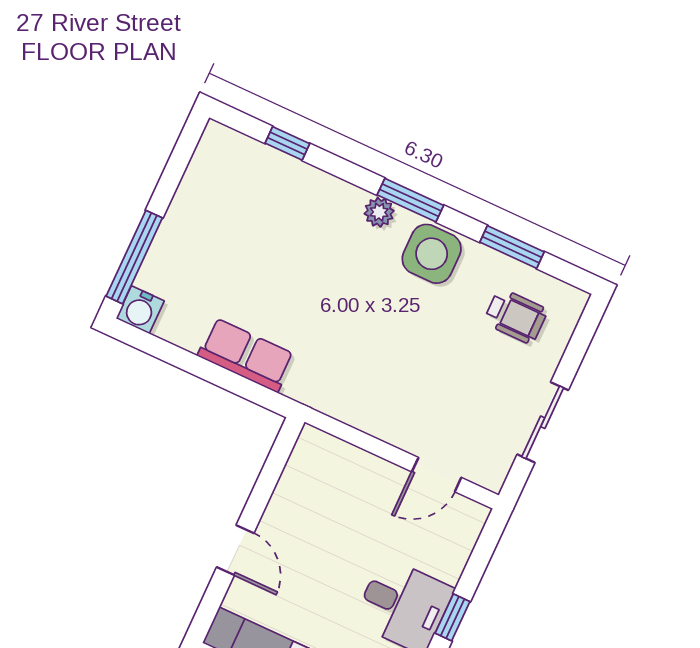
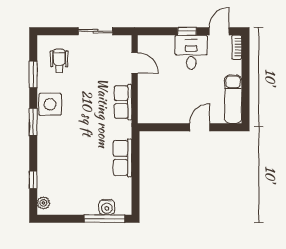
plant: (379, 212) -> (43, 203), moved
water cooler: (140, 310) -> (107, 207), moved, turned 90
row of seats: (364, 411) -> (123, 102), added

